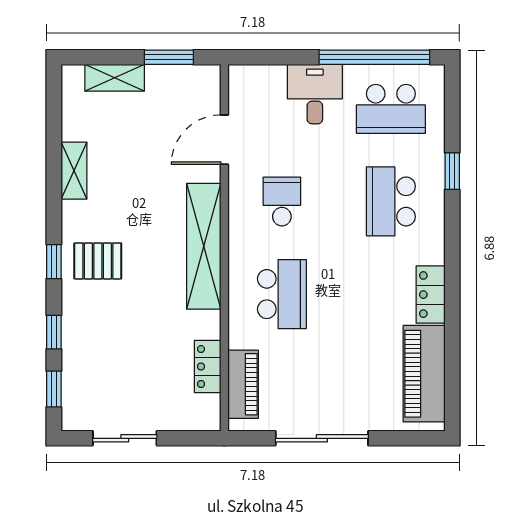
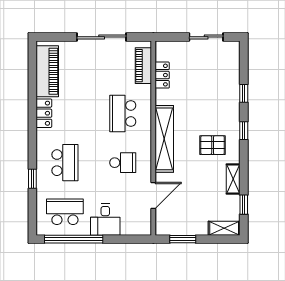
shelving: (115, 78) -> (224, 228), moved
school desk: (282, 201) -> (123, 163), turned -90
pallet: (98, 261) -> (213, 145), moved
window: (54, 389) -> (244, 205), moved

